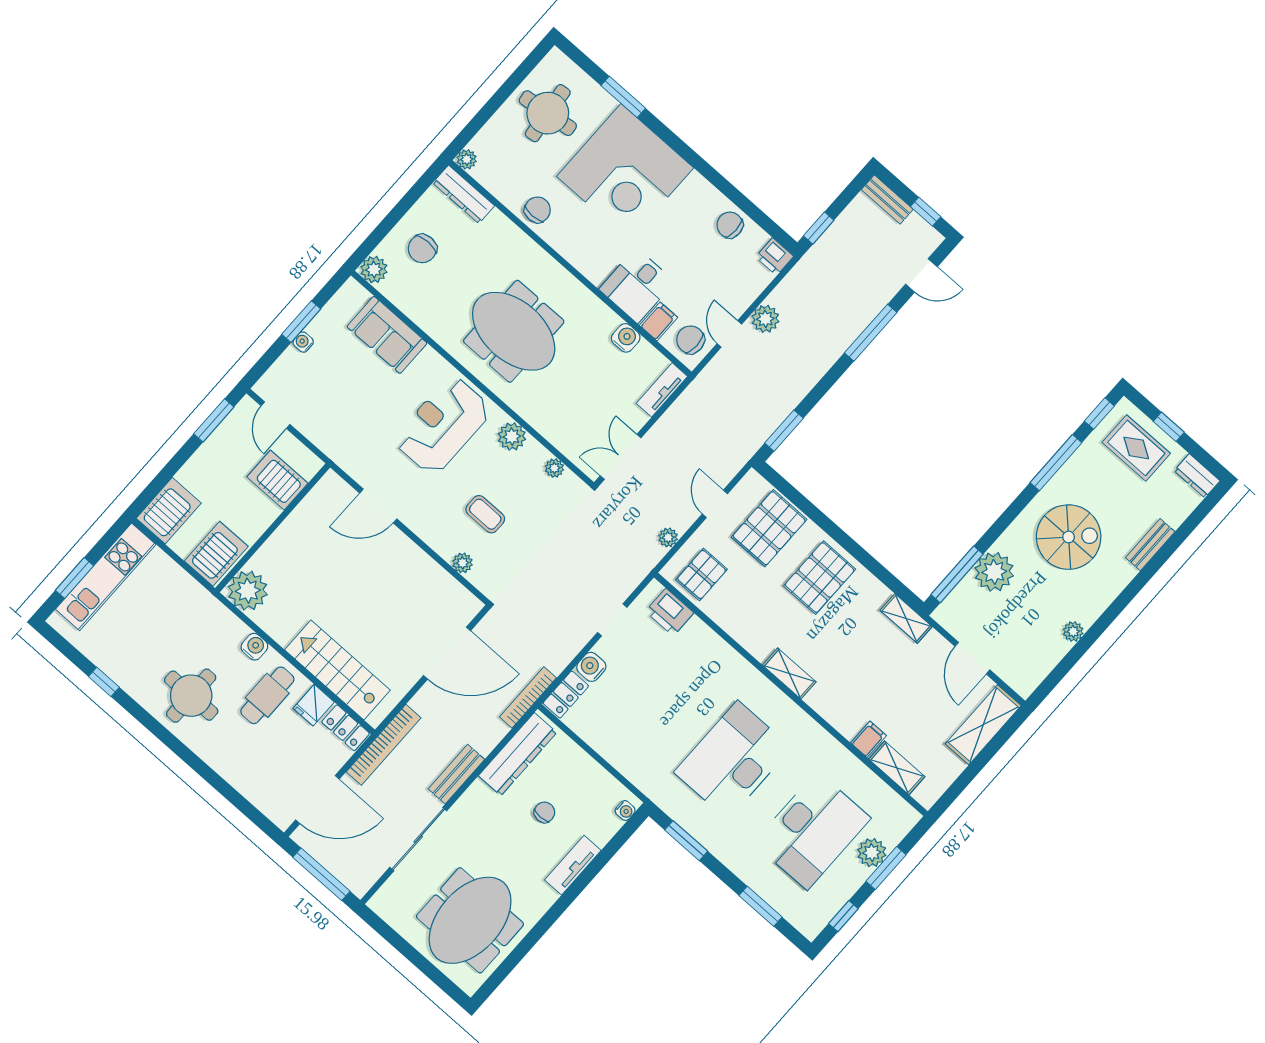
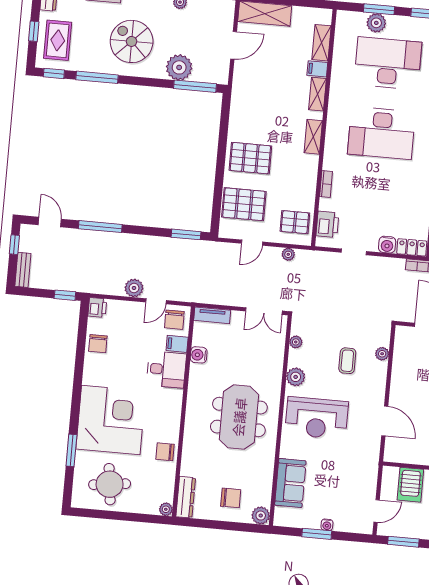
shelving: (906, 619) -> (317, 94), moved
bookcase: (720, 647) -> (326, 184), added

